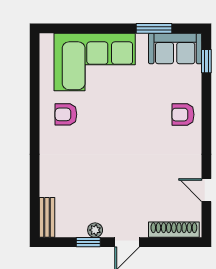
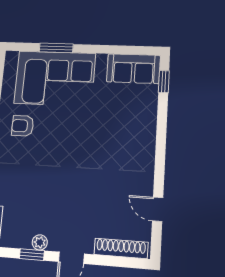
window: (154, 28) -> (56, 48), moved
armchair: (183, 115) -> (137, 132), removed

